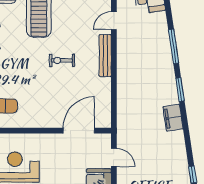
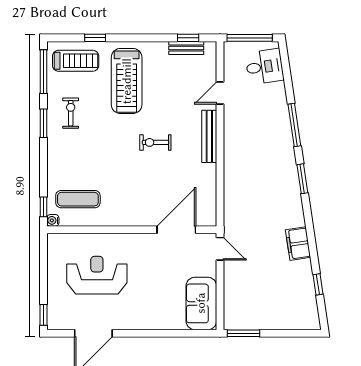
filing cabinet: (173, 118) -> (298, 244), moved
door: (114, 157) -> (220, 249), moved

